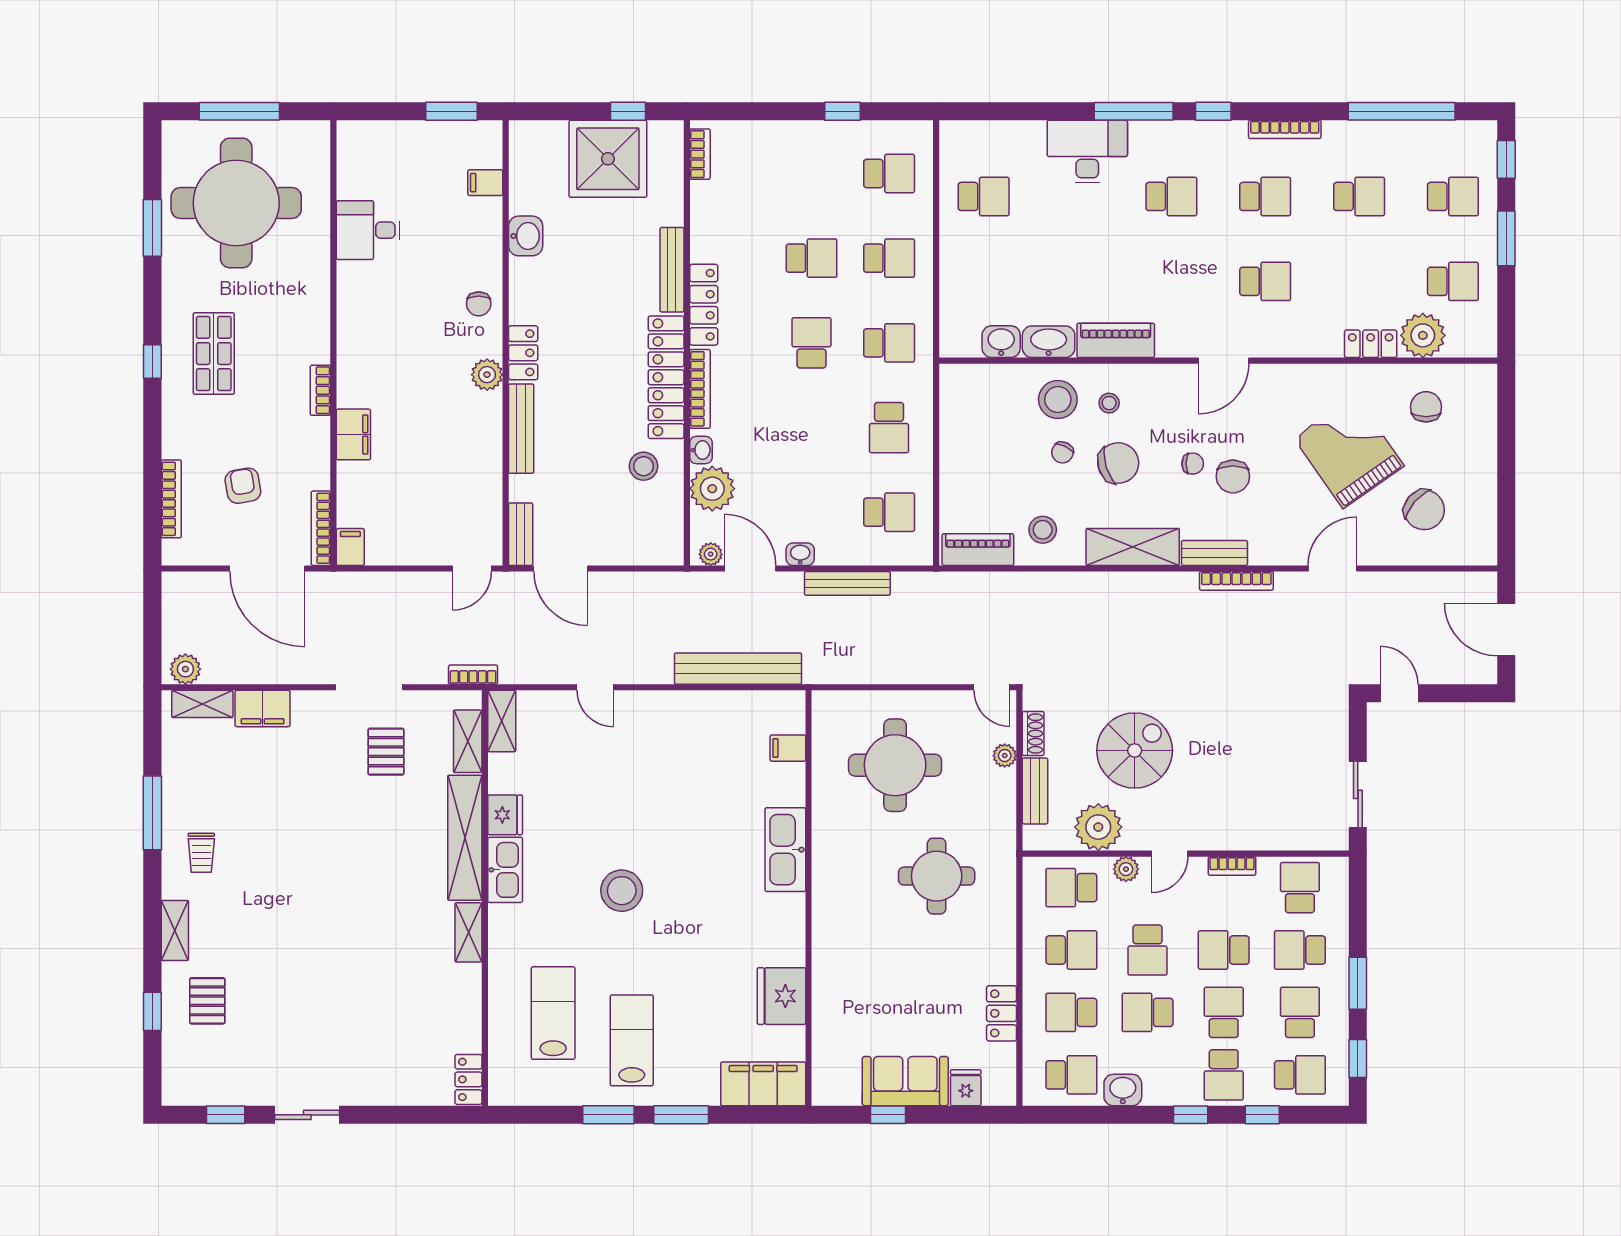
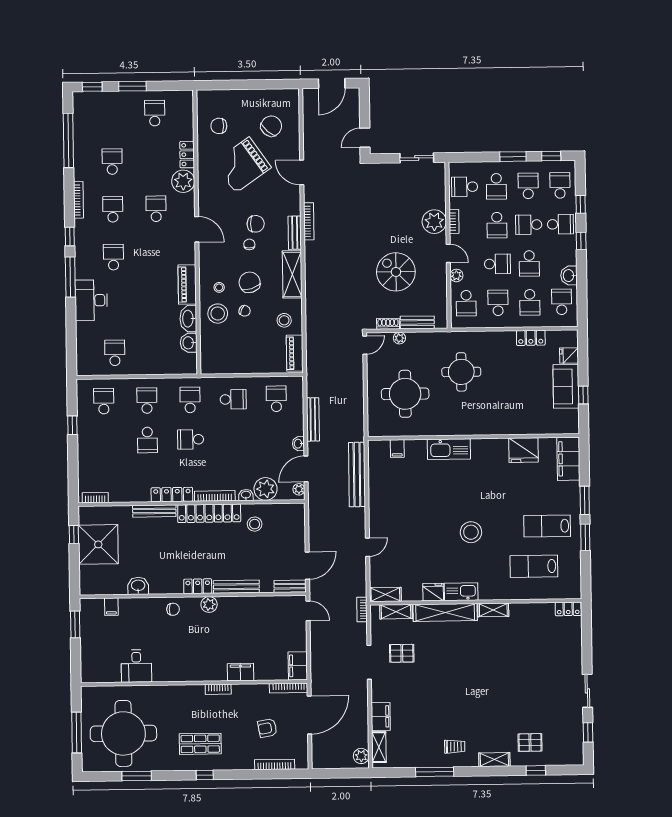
school desk: (1453, 196) -> (111, 114), removed
school desk: (811, 258) -> (147, 440), turned 180
plant: (1423, 335) -> (183, 181), moved
filing cabinet: (350, 547) -> (298, 666), width x2.00
plant: (1098, 827) -> (434, 222), moved
school desk: (1300, 1012) -> (528, 186), turned 90

